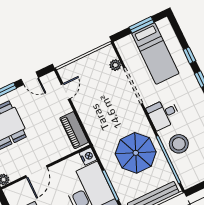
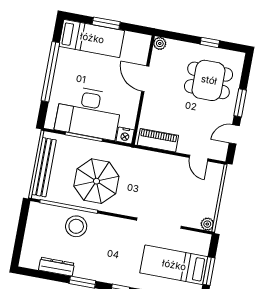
plant: (115, 65) -> (207, 224), moved
desk: (163, 114) -> (113, 232), removed

